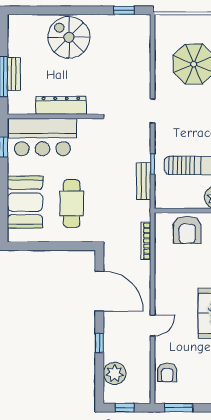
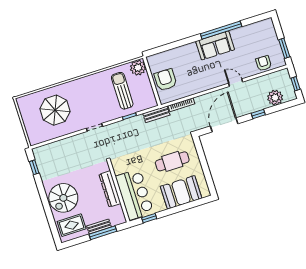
rug: (28, 37) -> (72, 225), added
bench: (144, 181) -> (156, 114), moved
armchair: (187, 230) -> (165, 80), turned -90
armchair: (167, 373) -> (264, 63), turned -90

